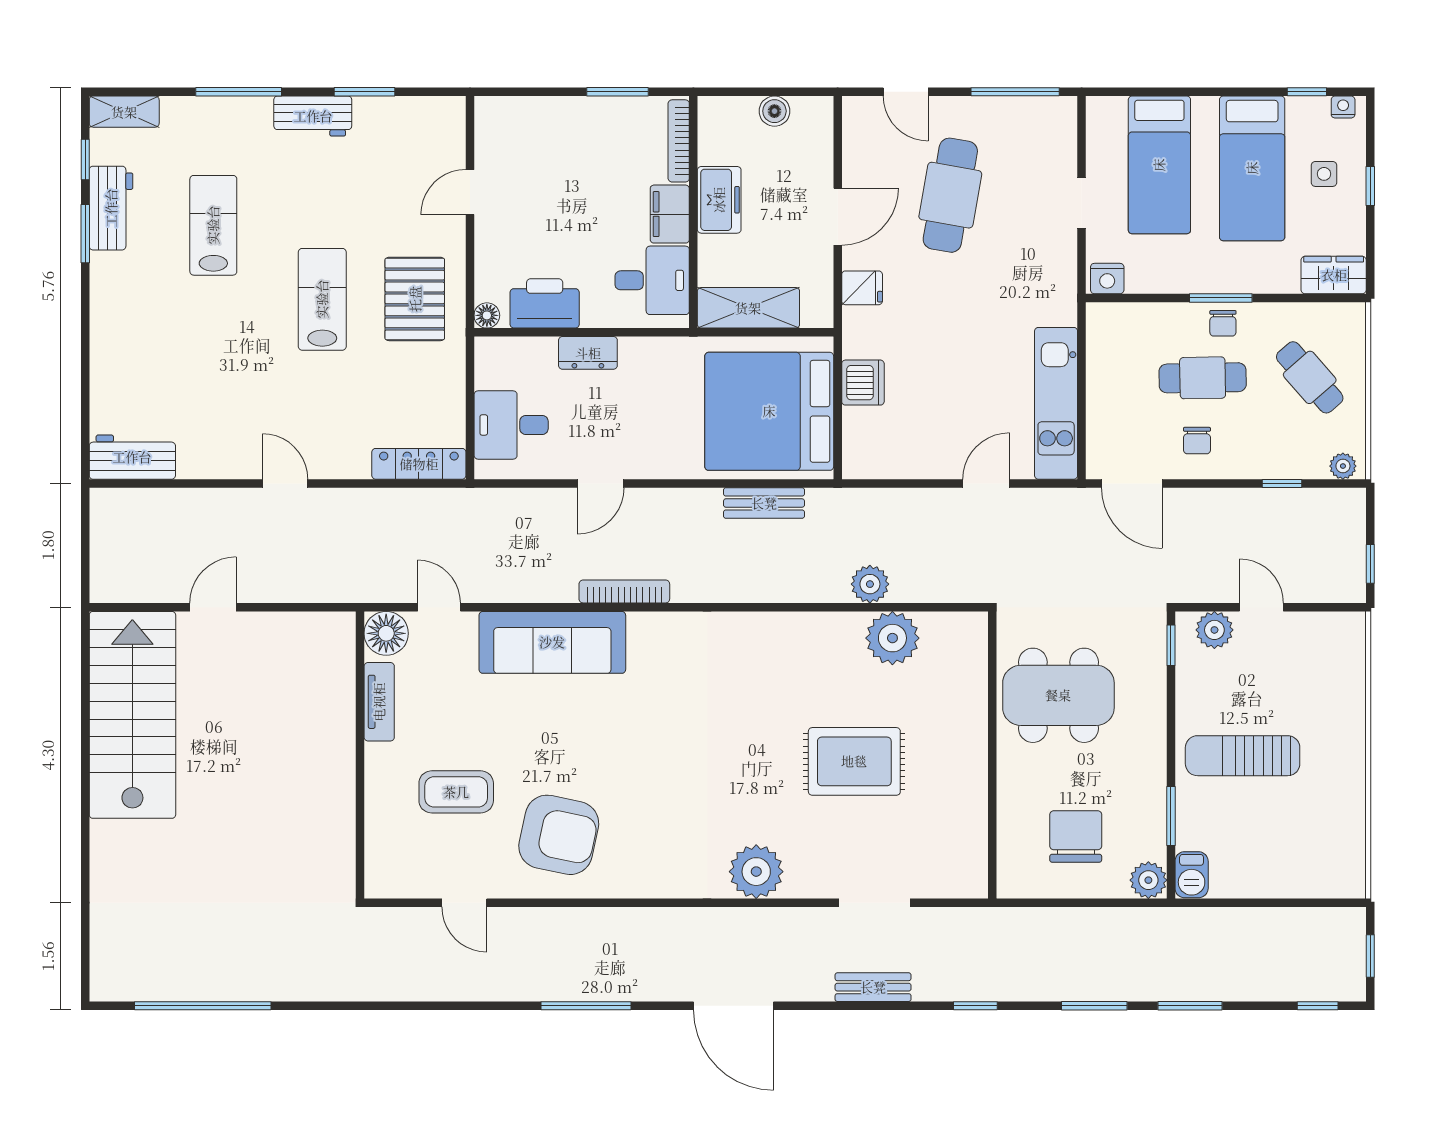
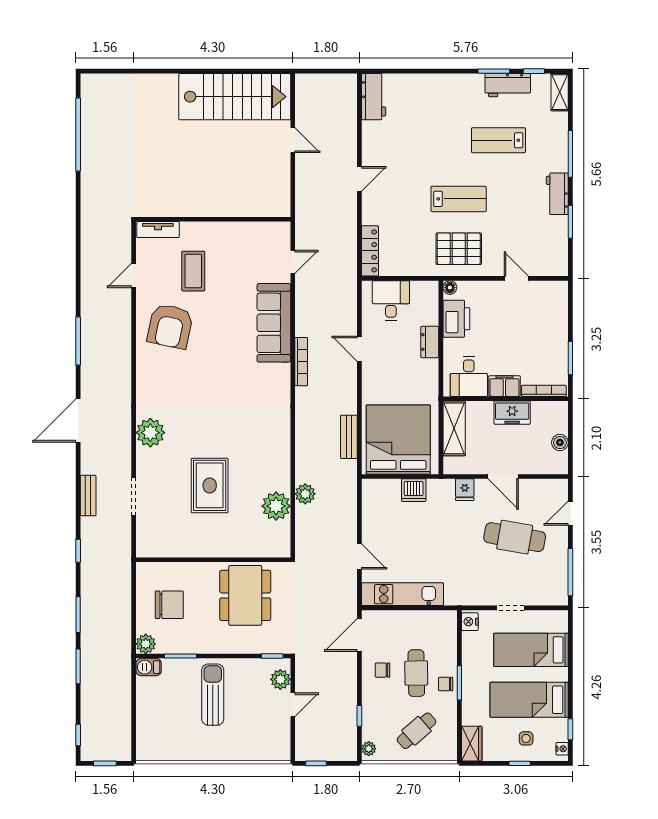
lab bench: (213, 225) -> (498, 140), turned 180
floor lamp: (386, 633) -> (279, 233), removed
tv unit: (379, 702) -> (158, 230), moved

